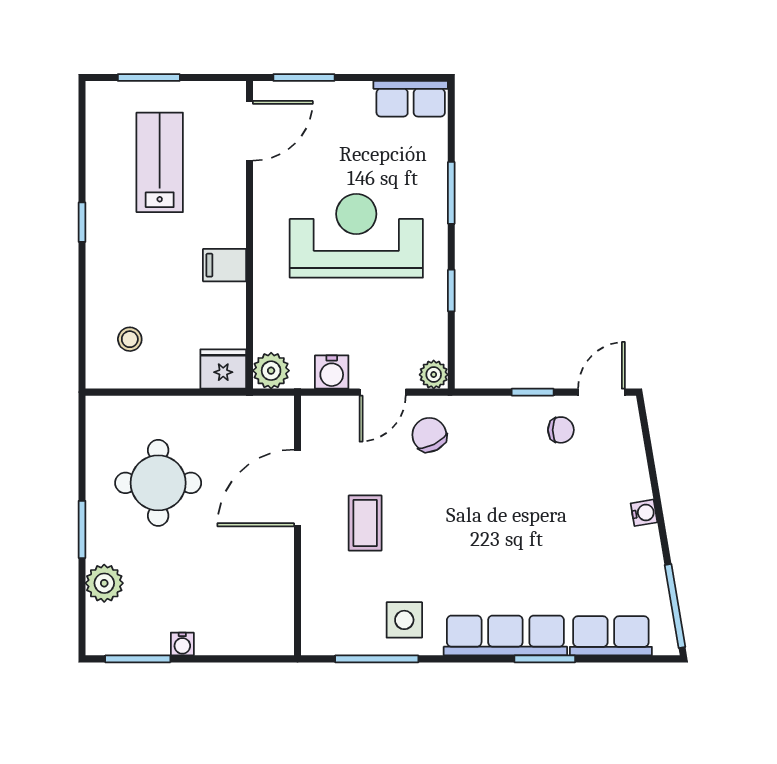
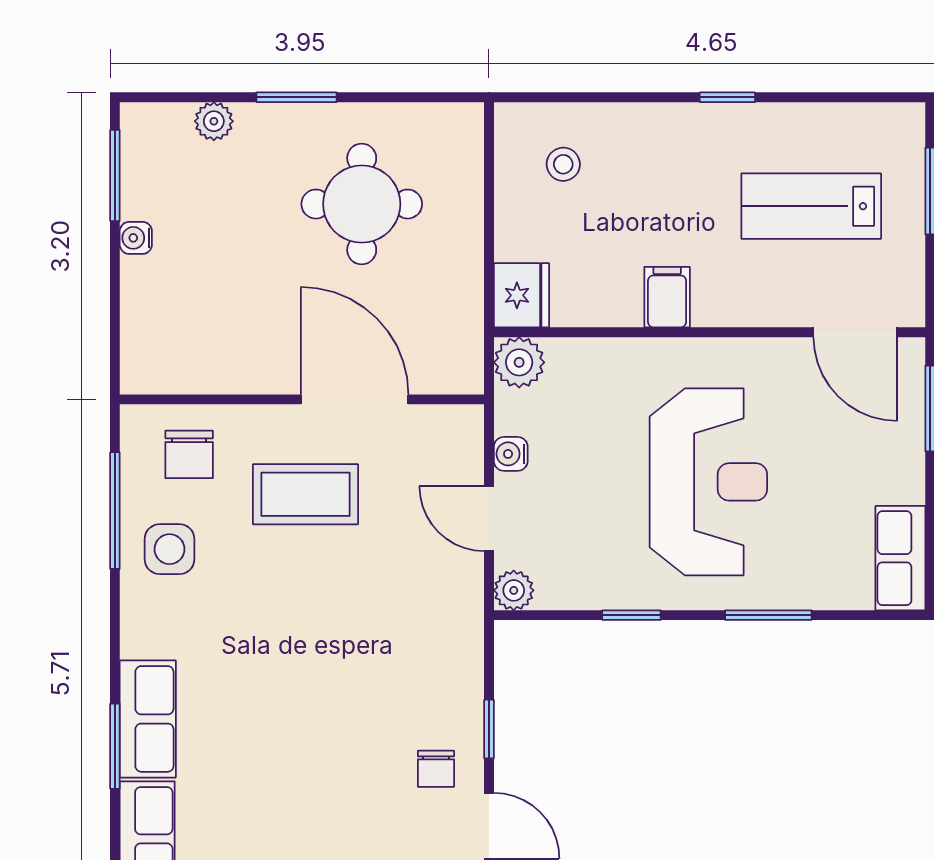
lab bench: (160, 162) -> (811, 206), turned 180
water cooler: (332, 372) -> (511, 454), width x0.72, depth x0.72
chair: (429, 435) -> (189, 454), moved, turned 117
coffee table: (365, 523) -> (305, 494), width x1.36, depth x1.30
plant: (104, 583) -> (214, 121), width x0.73, depth x0.73
row of seats: (505, 635) -> (148, 719), width x0.68

